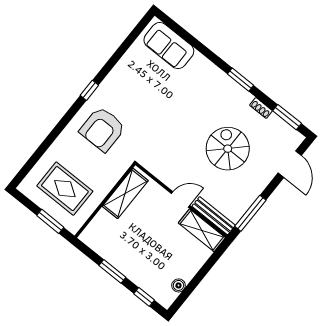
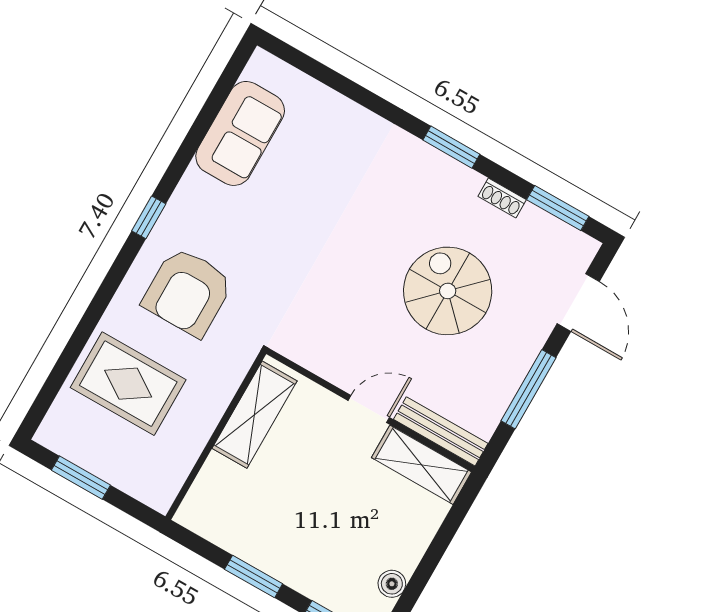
sofa: (169, 46) -> (240, 133), moved, turned -90
rug: (65, 189) -> (128, 384), moved
window: (250, 213) -> (529, 389), moved
window: (50, 221) -> (81, 478), moved

